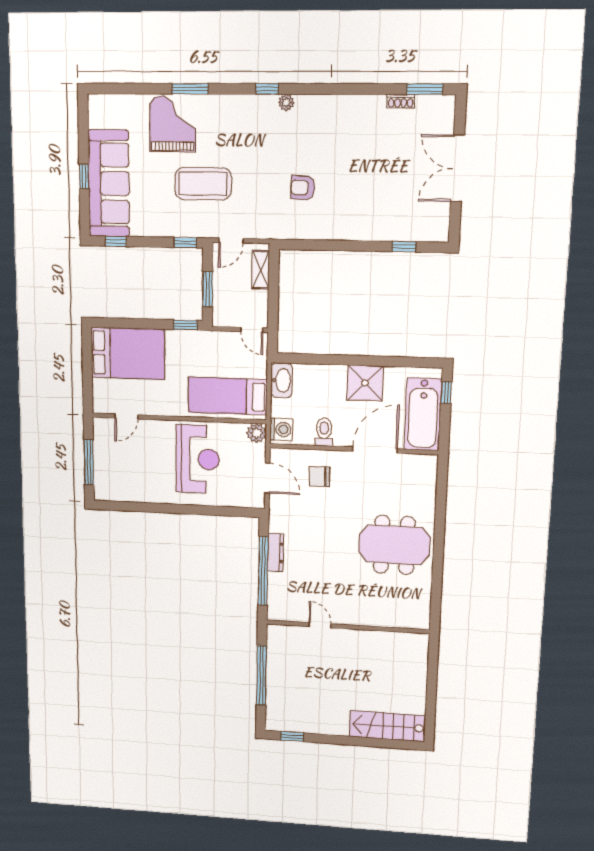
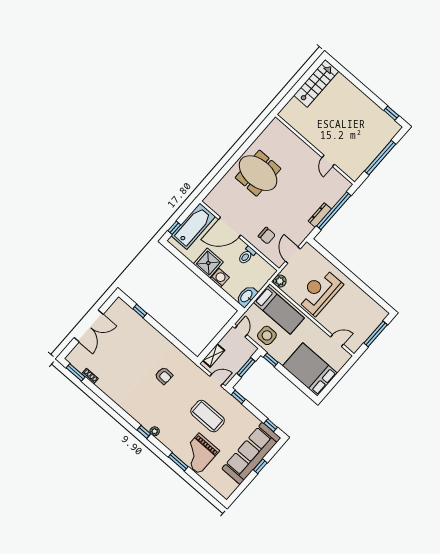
plant: (286, 102) -> (155, 431), moved
side table: (215, 352) -> (267, 335), added
washing machine: (281, 429) -> (220, 278), moved, turned 90
stairs: (387, 726) -> (316, 83), moved, turned -90

